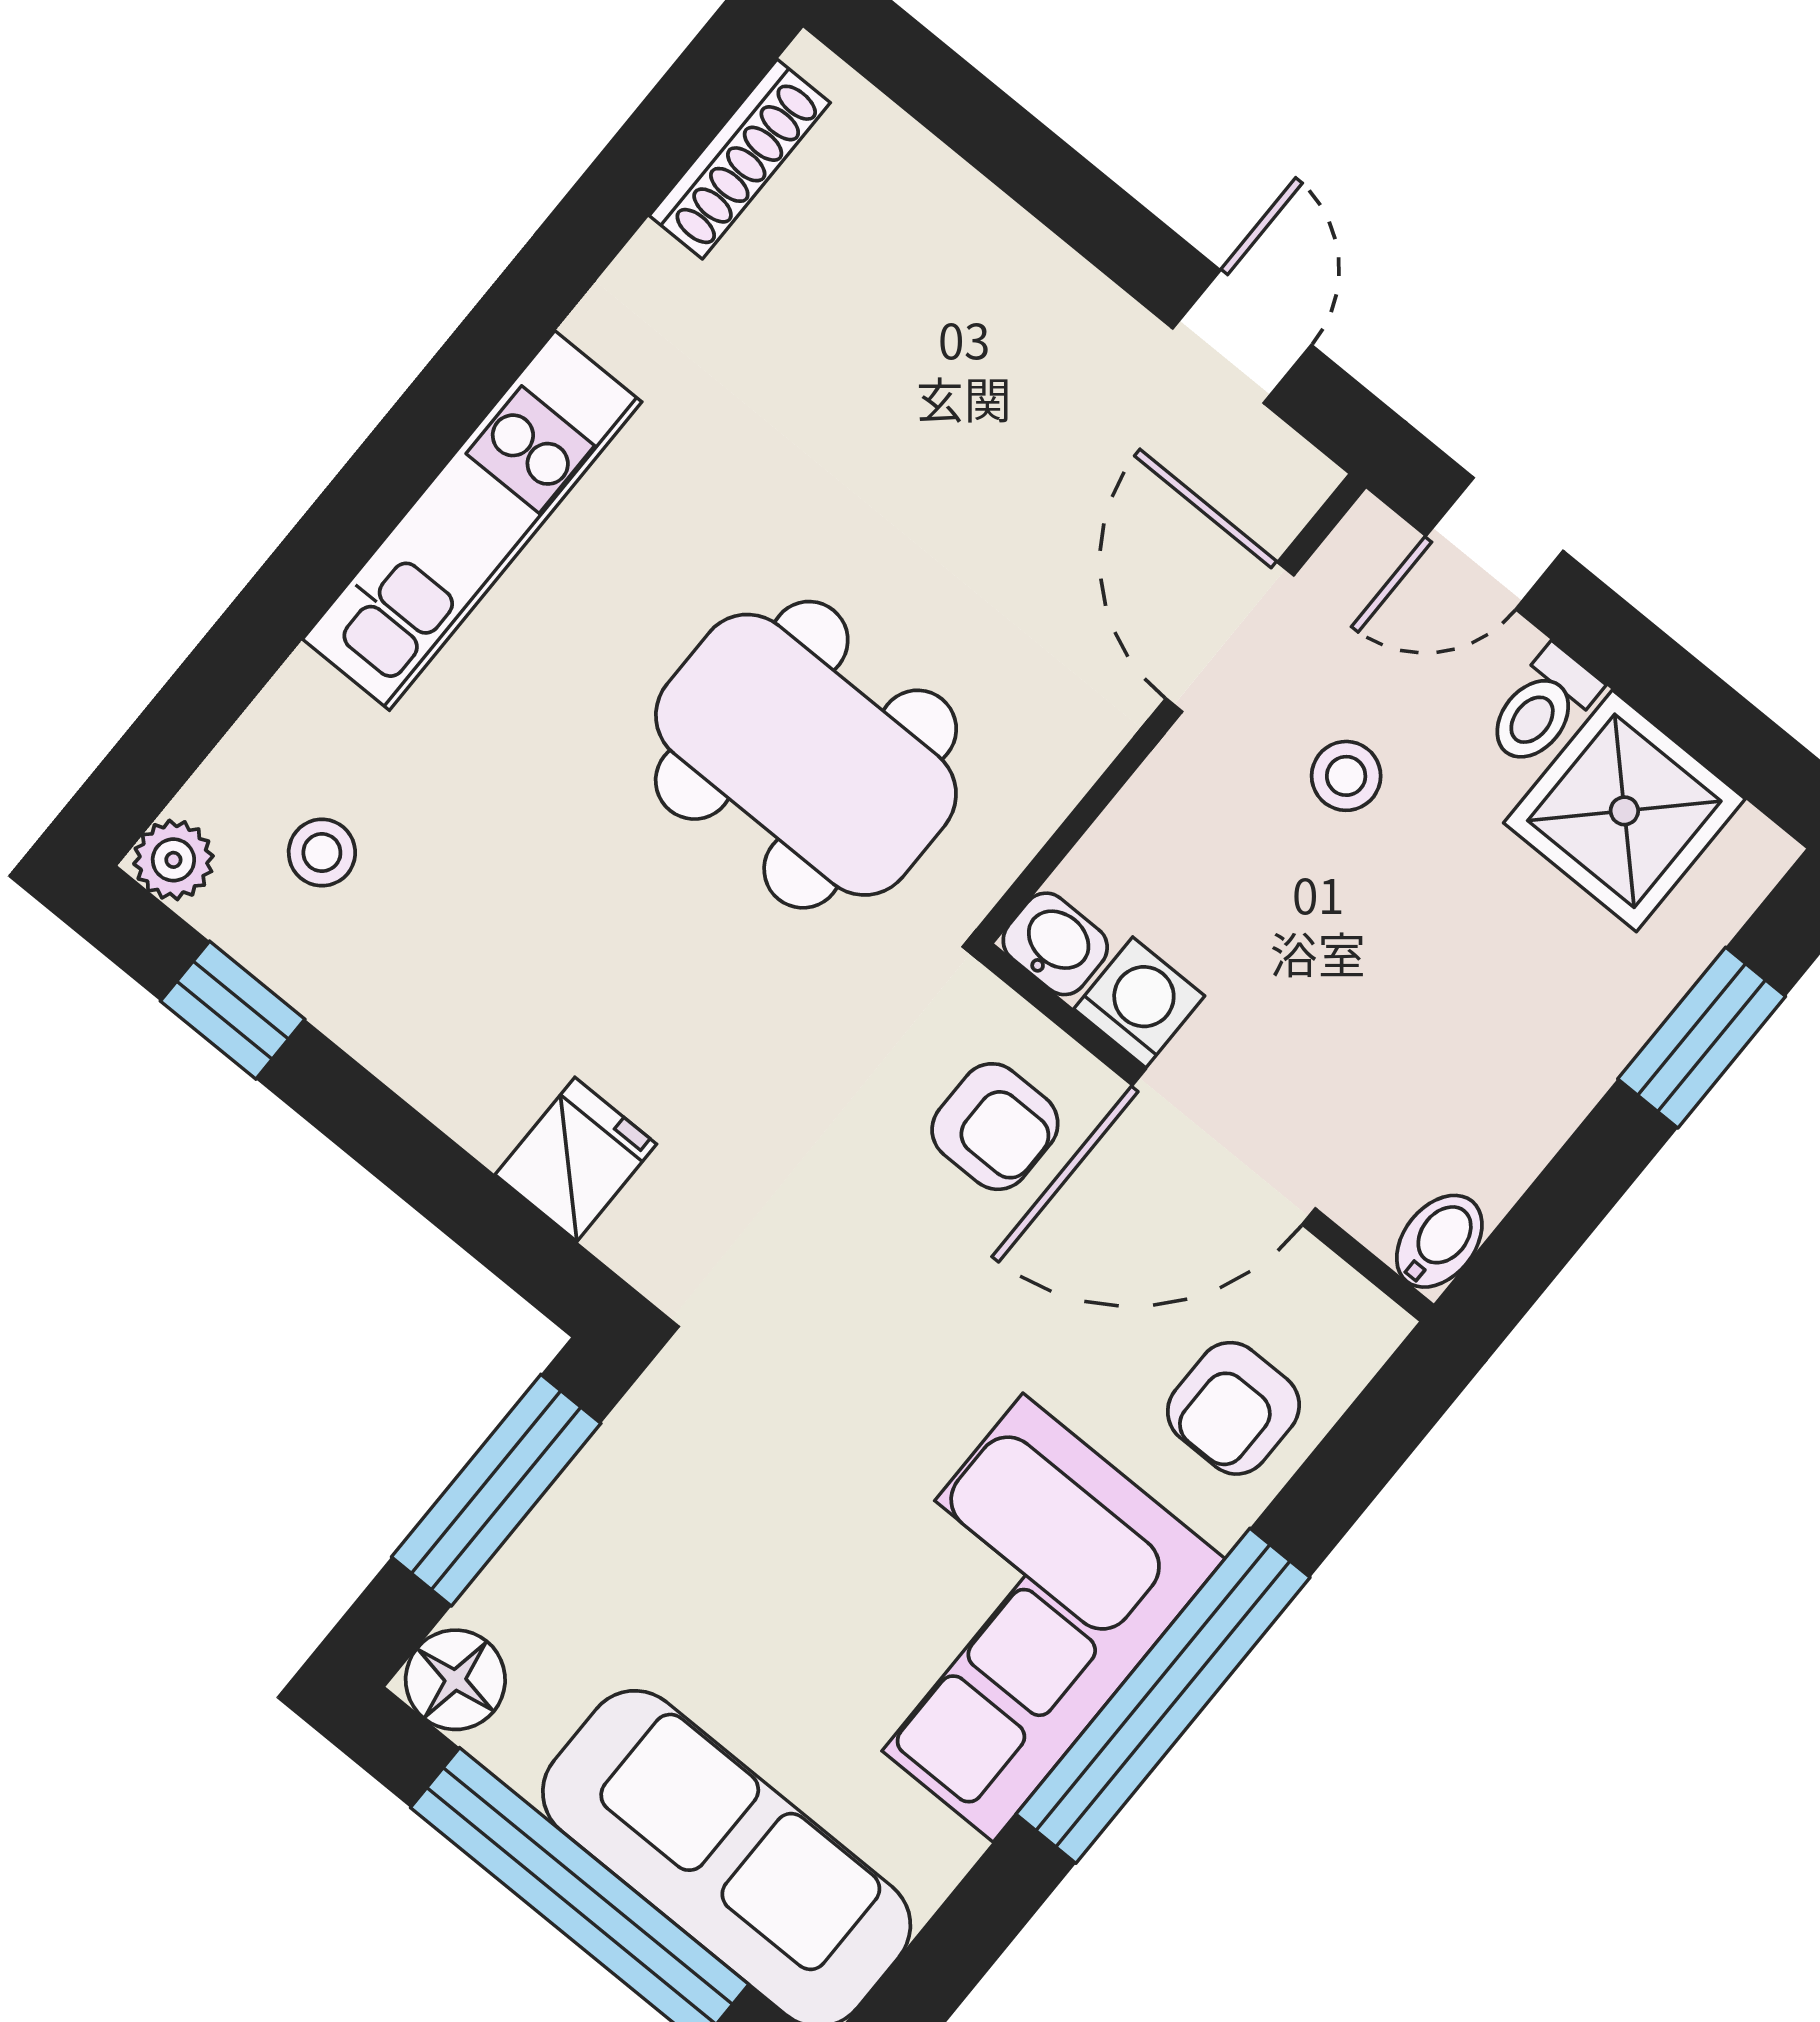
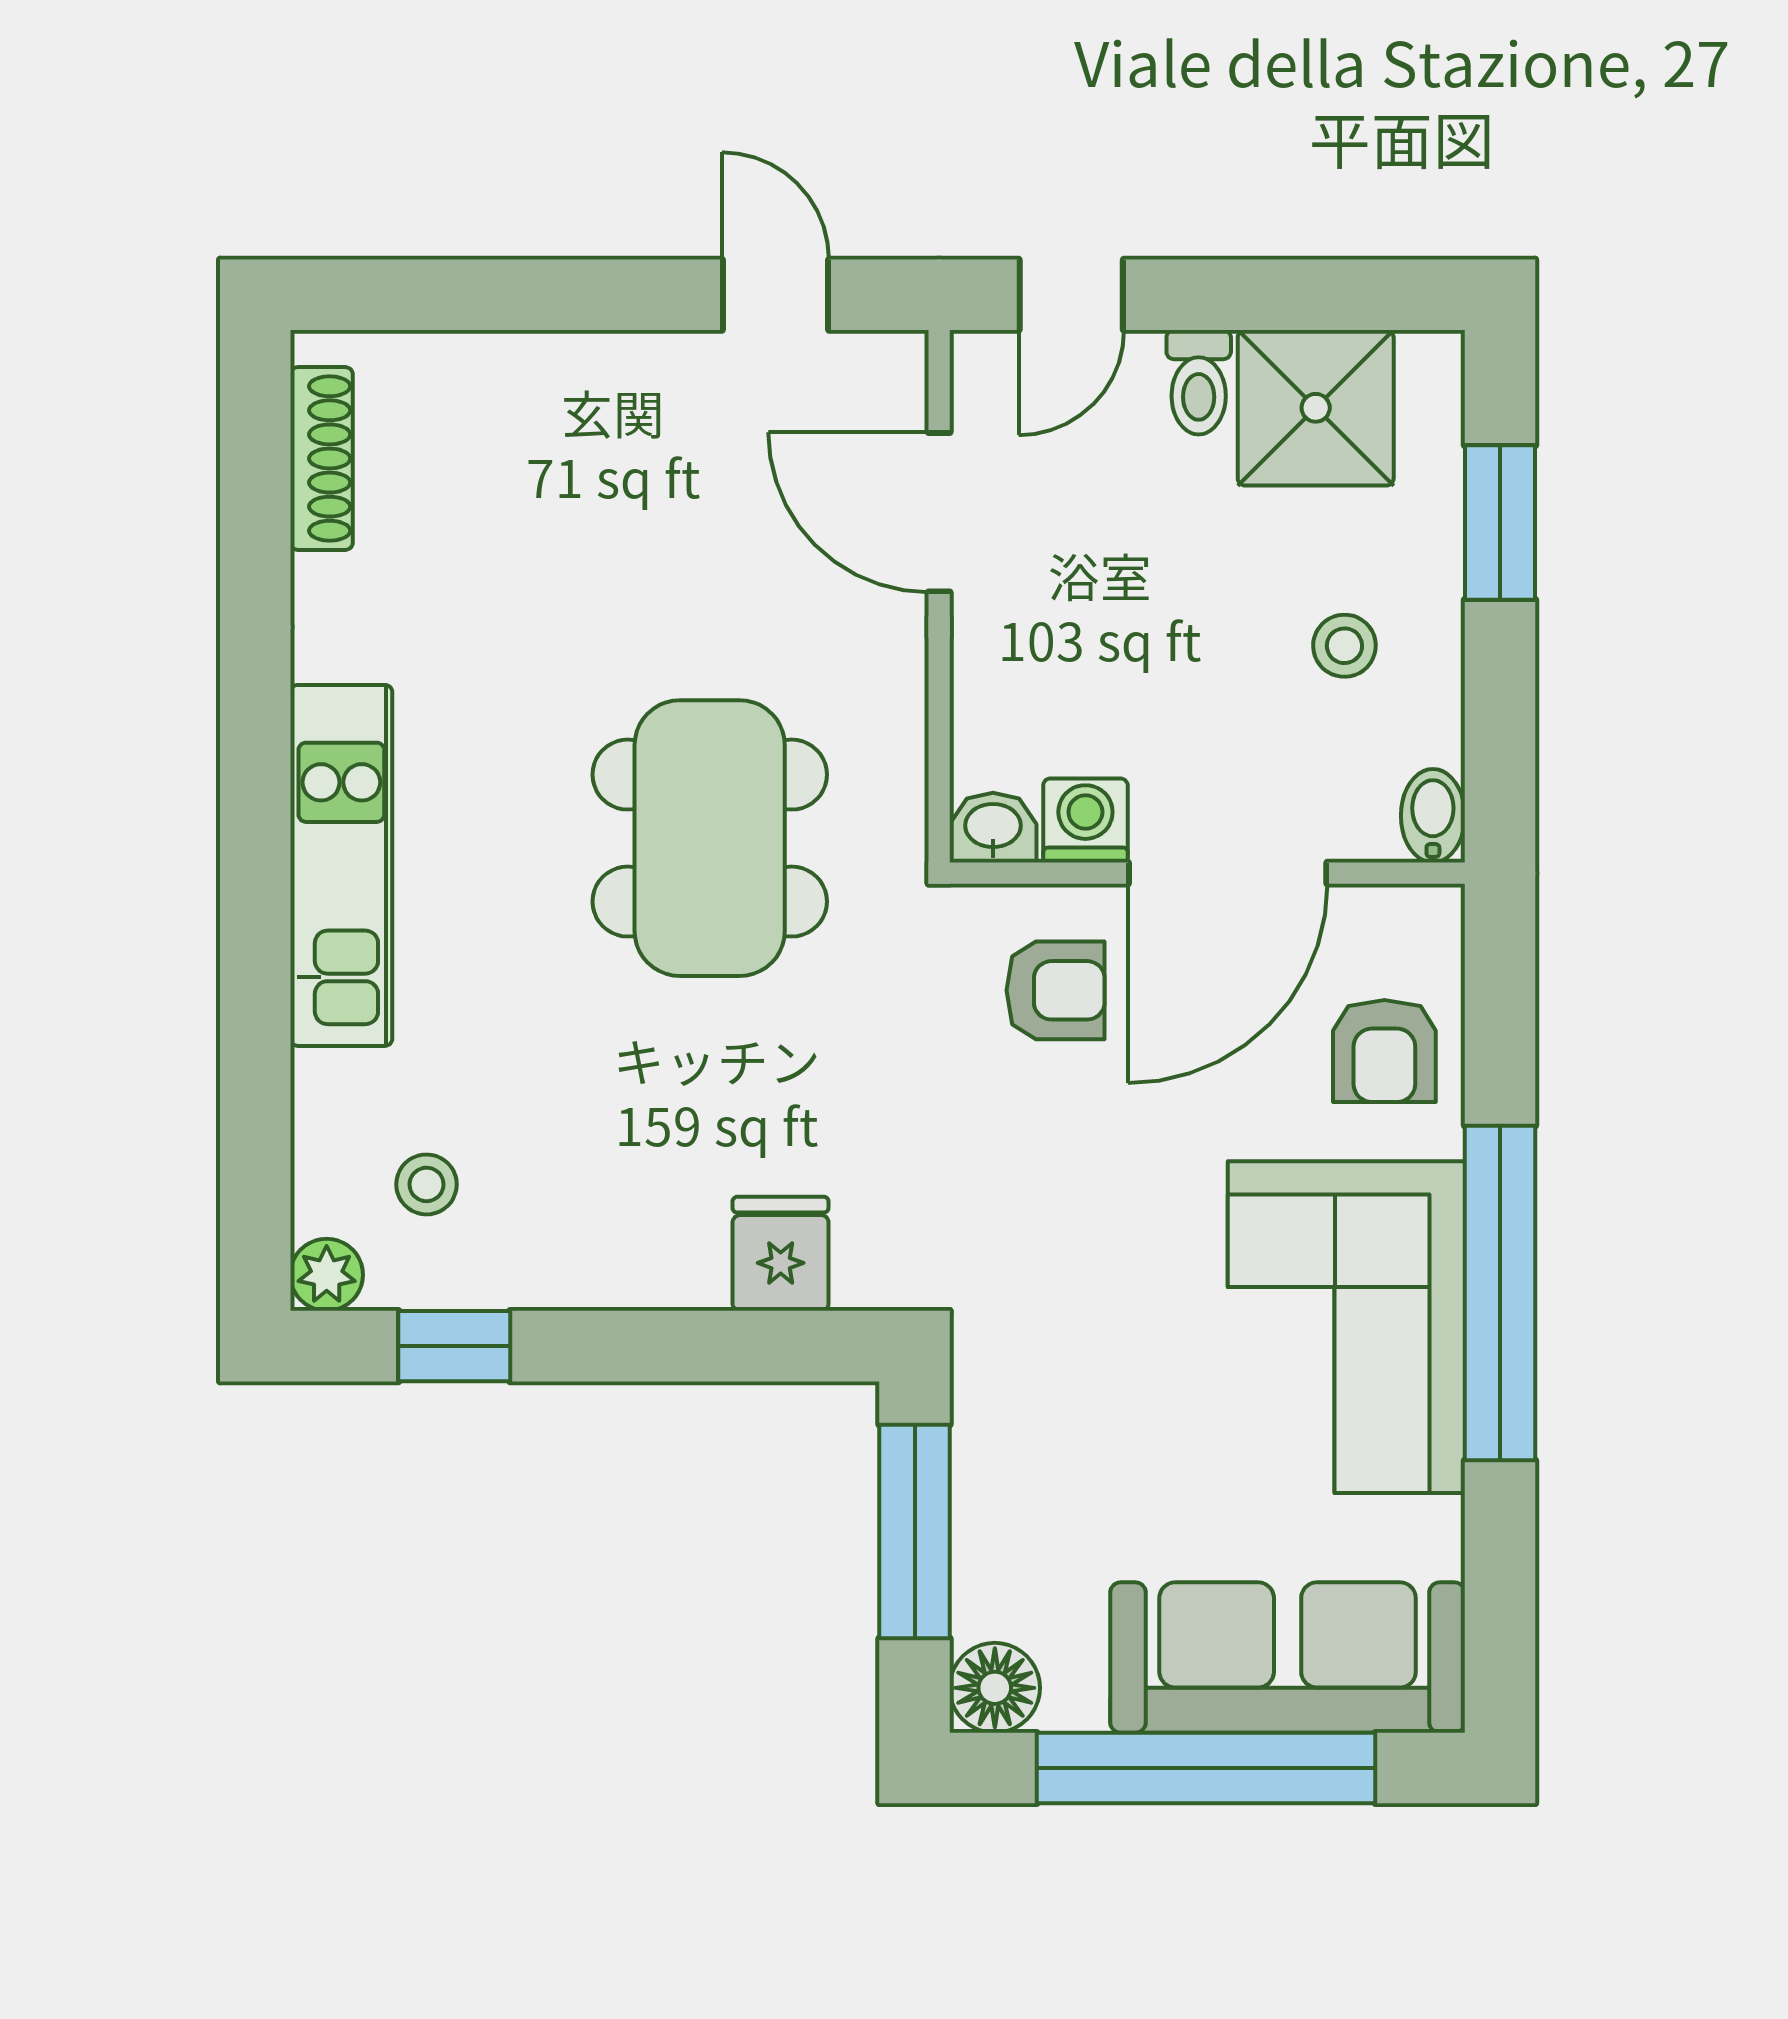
dining table: (806, 755) -> (710, 838), turned 90
stool: (1346, 776) -> (1344, 646), moved

